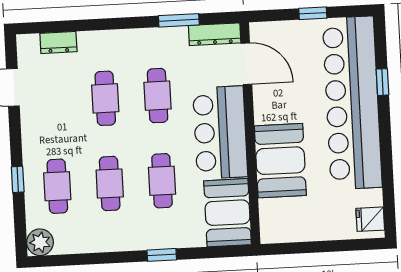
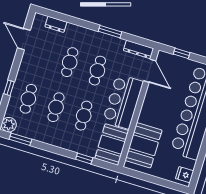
window: (313, 13) -> (182, 53), moved
window: (179, 20) -> (110, 32), moved
booth: (280, 161) -> (144, 145), moved
window: (162, 255) -> (84, 159), moved
window: (69, 260) -> (20, 139), added

